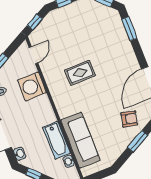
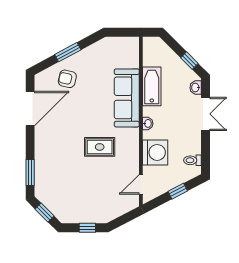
window: (35, 22) -> (126, 218), removed
sofa: (80, 140) -> (127, 98), moved
washbasin: (69, 161) -> (148, 123), moved

